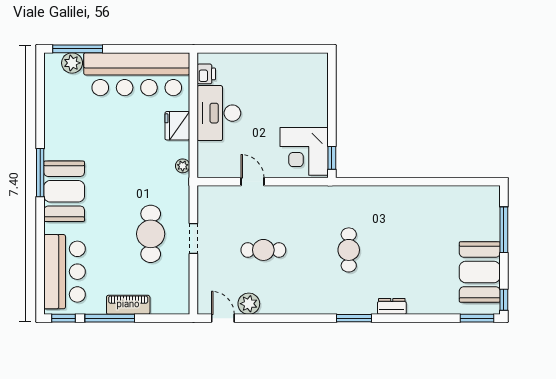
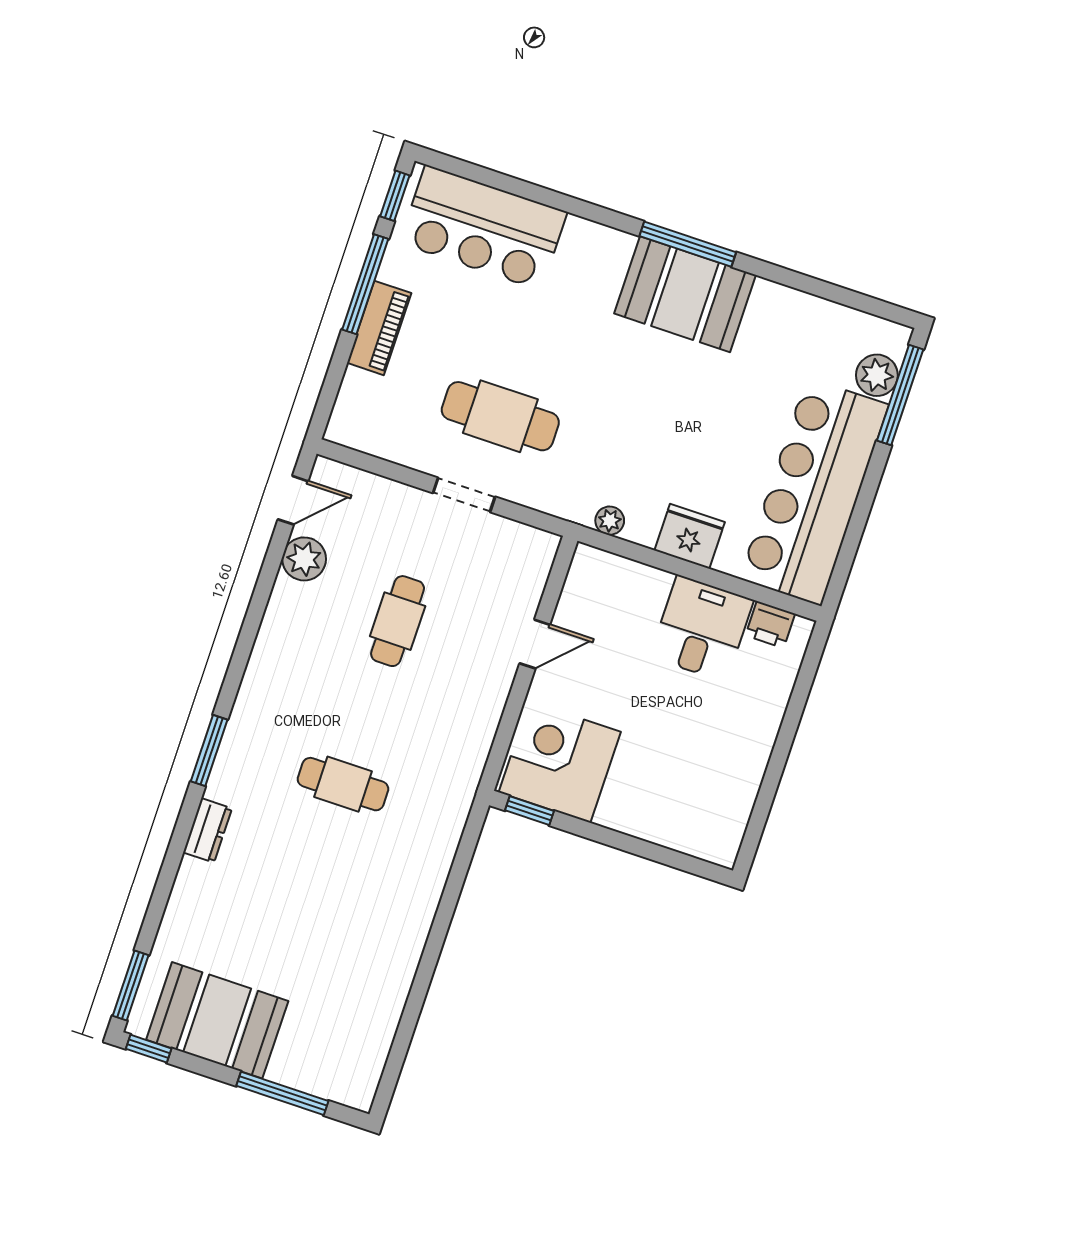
desk: (219, 113) -> (702, 628), width x0.73
booth: (64, 191) -> (685, 294), moved

